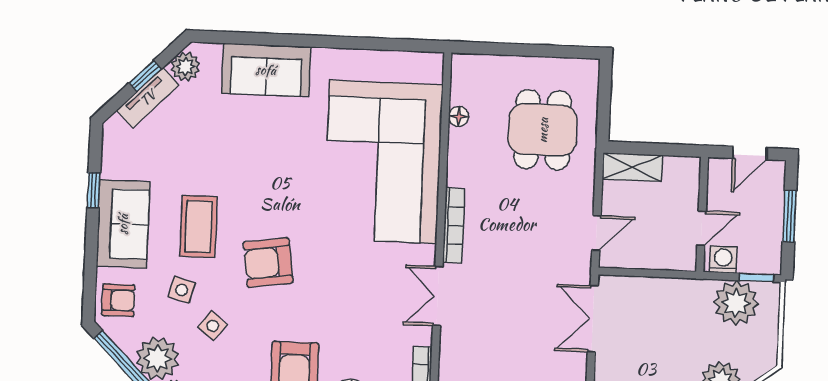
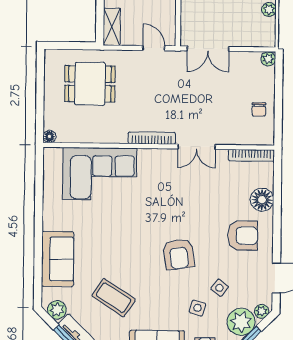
floor lamp: (459, 116) -> (49, 137), moved
corner sofa: (383, 162) -> (100, 174), width x0.73, depth x0.74
coffee table: (198, 227) -> (114, 298), moved, turned 33

